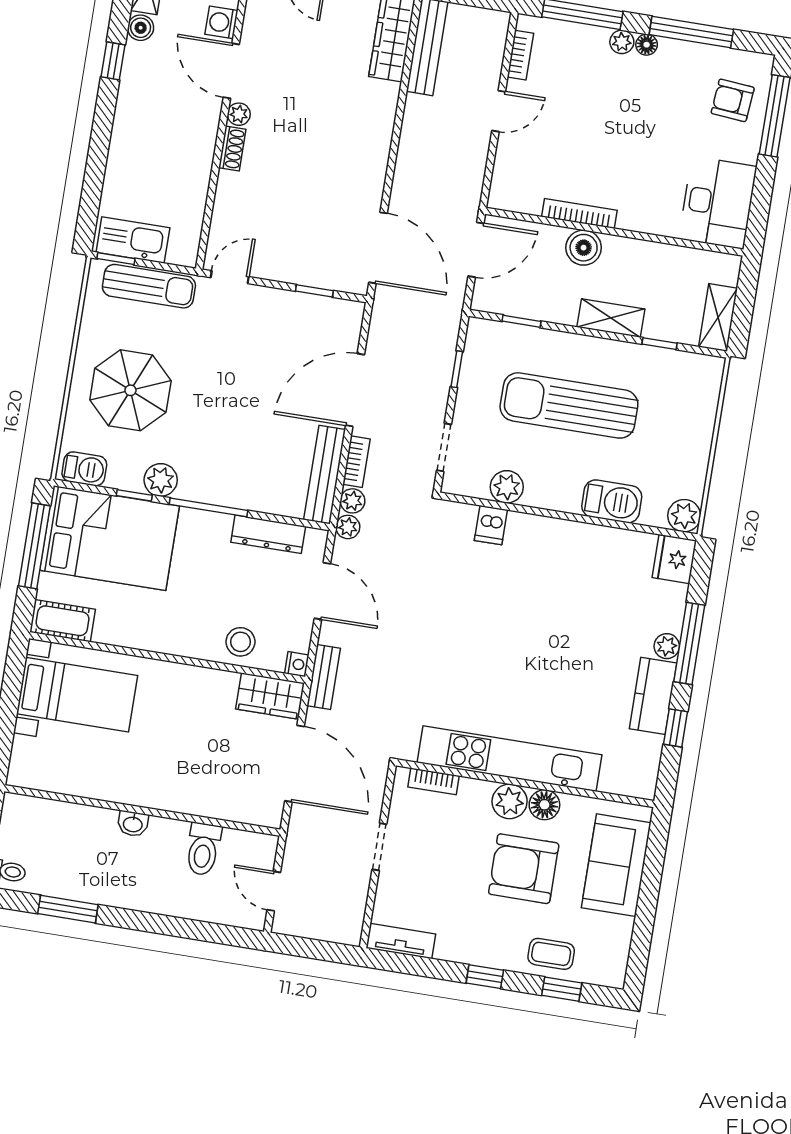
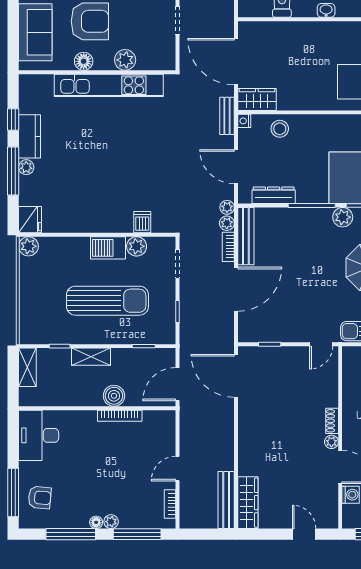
barbecue: (612, 501) -> (108, 248), moved
bookcase: (433, 781) -> (152, 64), removed
plant: (510, 801) -> (125, 60), moved

